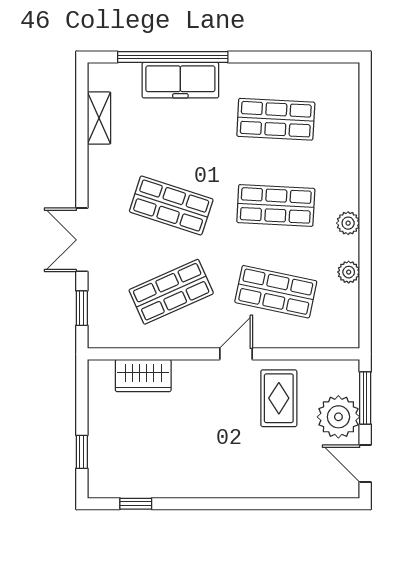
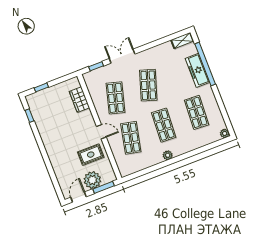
shelving: (99, 118) -> (182, 41), moved
plant: (349, 272) -> (225, 133), moved
shop shelf: (171, 292) -> (115, 98), turned 39

